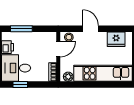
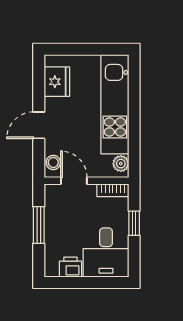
window: (21, 29) -> (39, 225), moved
window: (20, 85) -> (134, 223), moved

